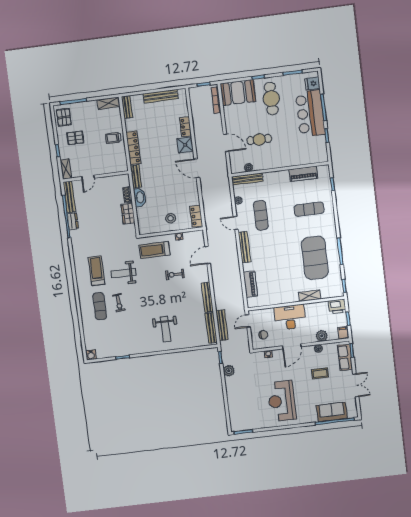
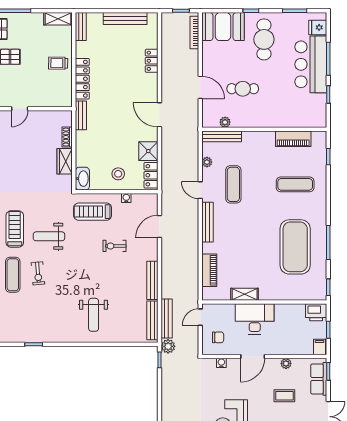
shower: (185, 145) -> (148, 151), moved
washbasin: (140, 197) -> (82, 179), moved
shelving: (310, 296) -> (245, 294), moved
plant: (322, 336) -> (292, 348), removed
plant: (229, 371) -> (168, 346), moved

